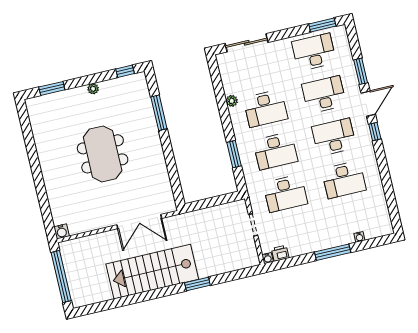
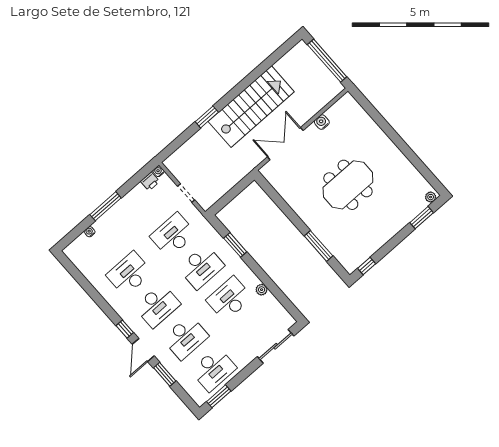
plant: (93, 89) -> (431, 197), moved
desk: (275, 151) -> (201, 267), turned 180
meeting table: (103, 154) -> (348, 185), turned 90
water cooler: (62, 231) -> (322, 122), moved

